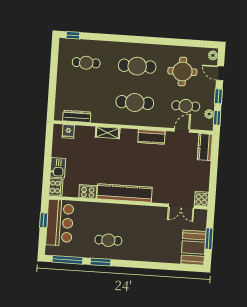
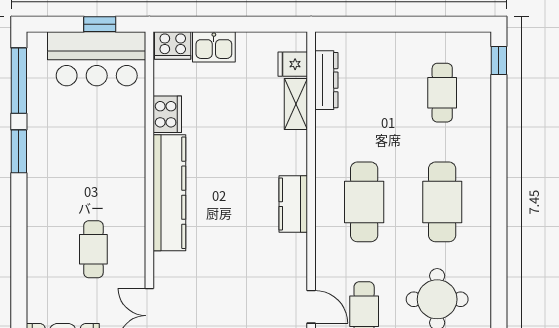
shelving: (108, 133) -> (296, 104), moved
kitchen counter: (151, 137) -> (293, 204), moved
cafe table: (108, 240) -> (93, 249), moved

